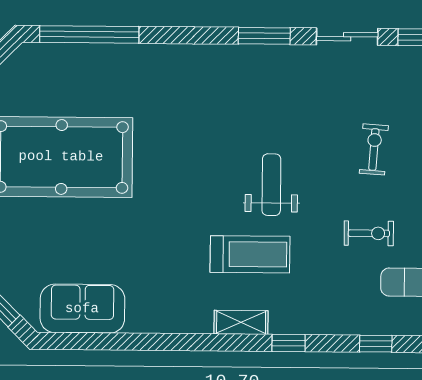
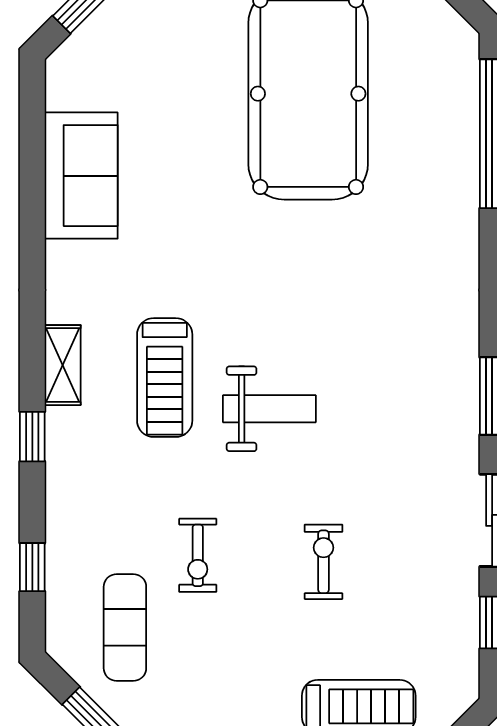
exercise bike: (374, 149) -> (323, 562), turned -94
sofa: (82, 309) -> (81, 176), moved

